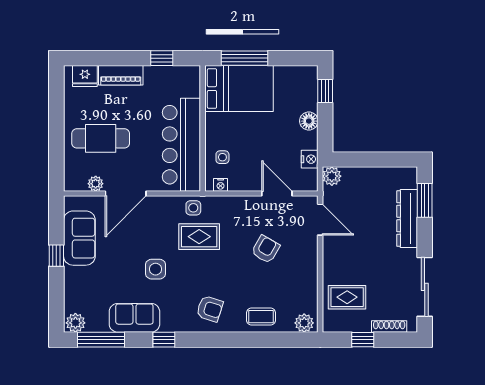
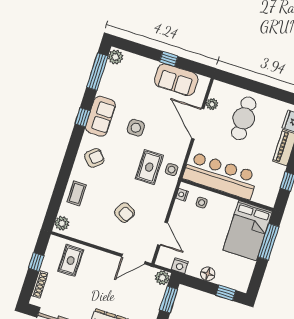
window: (356, 159) -> (169, 299), added
door: (277, 194) -> (162, 234), hinge flipped
armchair: (210, 309) -> (94, 158), turned -149
sofa: (134, 318) -> (100, 116), moved

